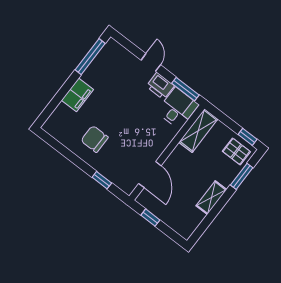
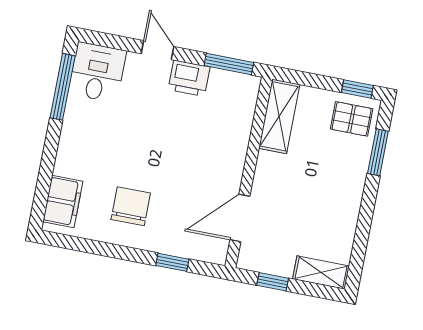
filing cabinet: (77, 95) -> (63, 201), moved
desk: (178, 108) -> (97, 72), moved
chair: (95, 139) -> (131, 206), turned 90
door: (150, 175) -> (240, 218), swing flipped
shelving: (211, 198) -> (321, 273), moved, turned 90

